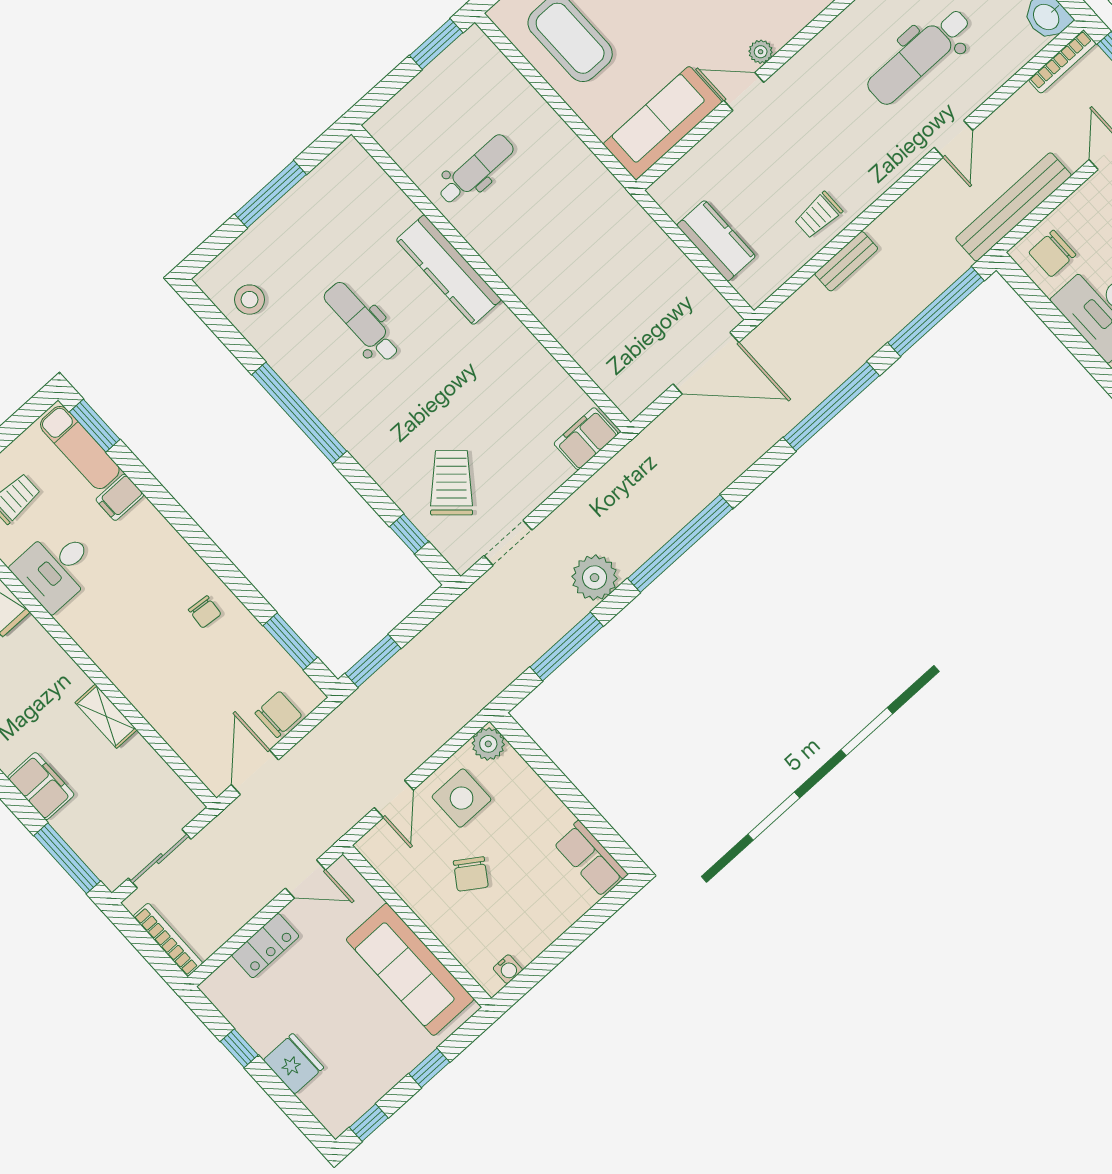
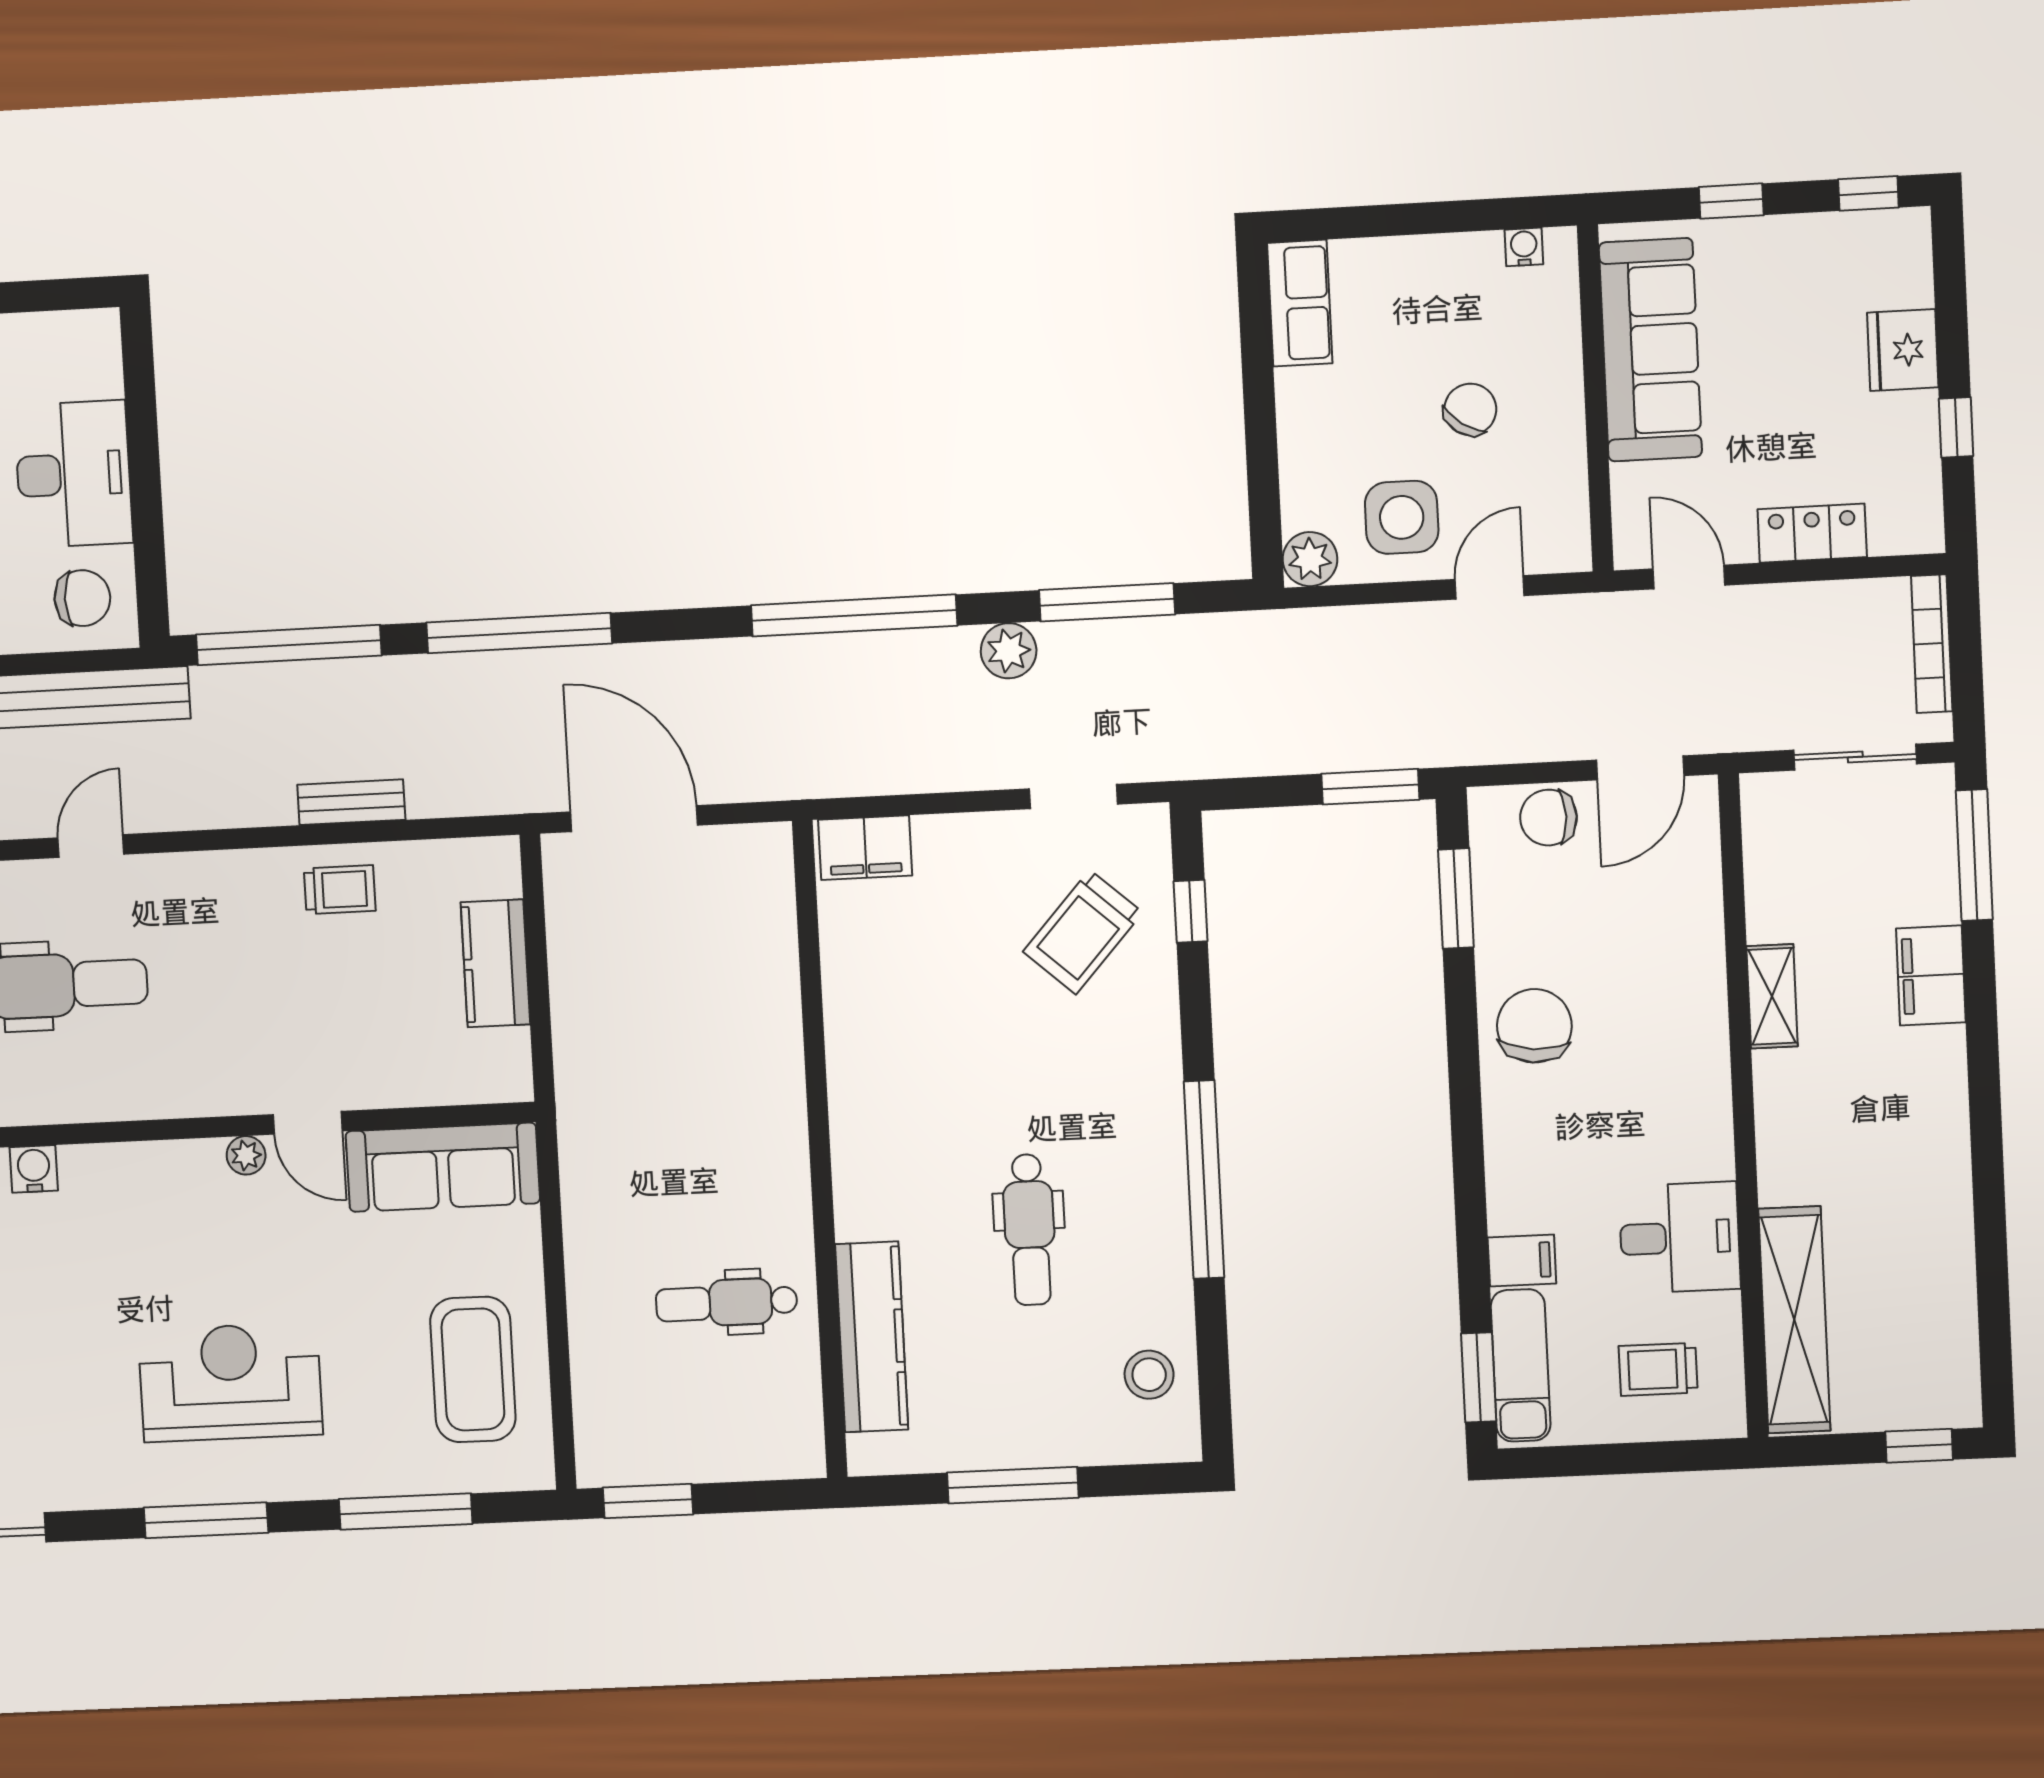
kitchen counter: (449, 270) -> (872, 1337), moved
plant: (595, 578) -> (1009, 651), width x0.73, depth x0.73
chair: (205, 612) -> (1534, 1026), width x1.87, depth x1.87

